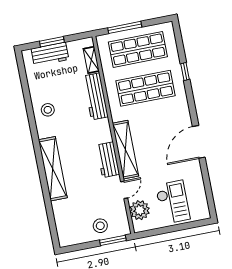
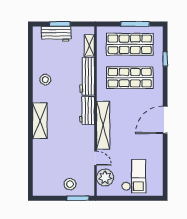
window: (125, 27) -> (135, 24), moved
window: (185, 71) -> (165, 59), moved
door: (199, 142) -> (165, 120), moved
workbench: (108, 160) -> (87, 110), moved
shelving: (53, 169) -> (40, 121), width x0.68
door: (124, 190) -> (95, 158), hinge flipped

